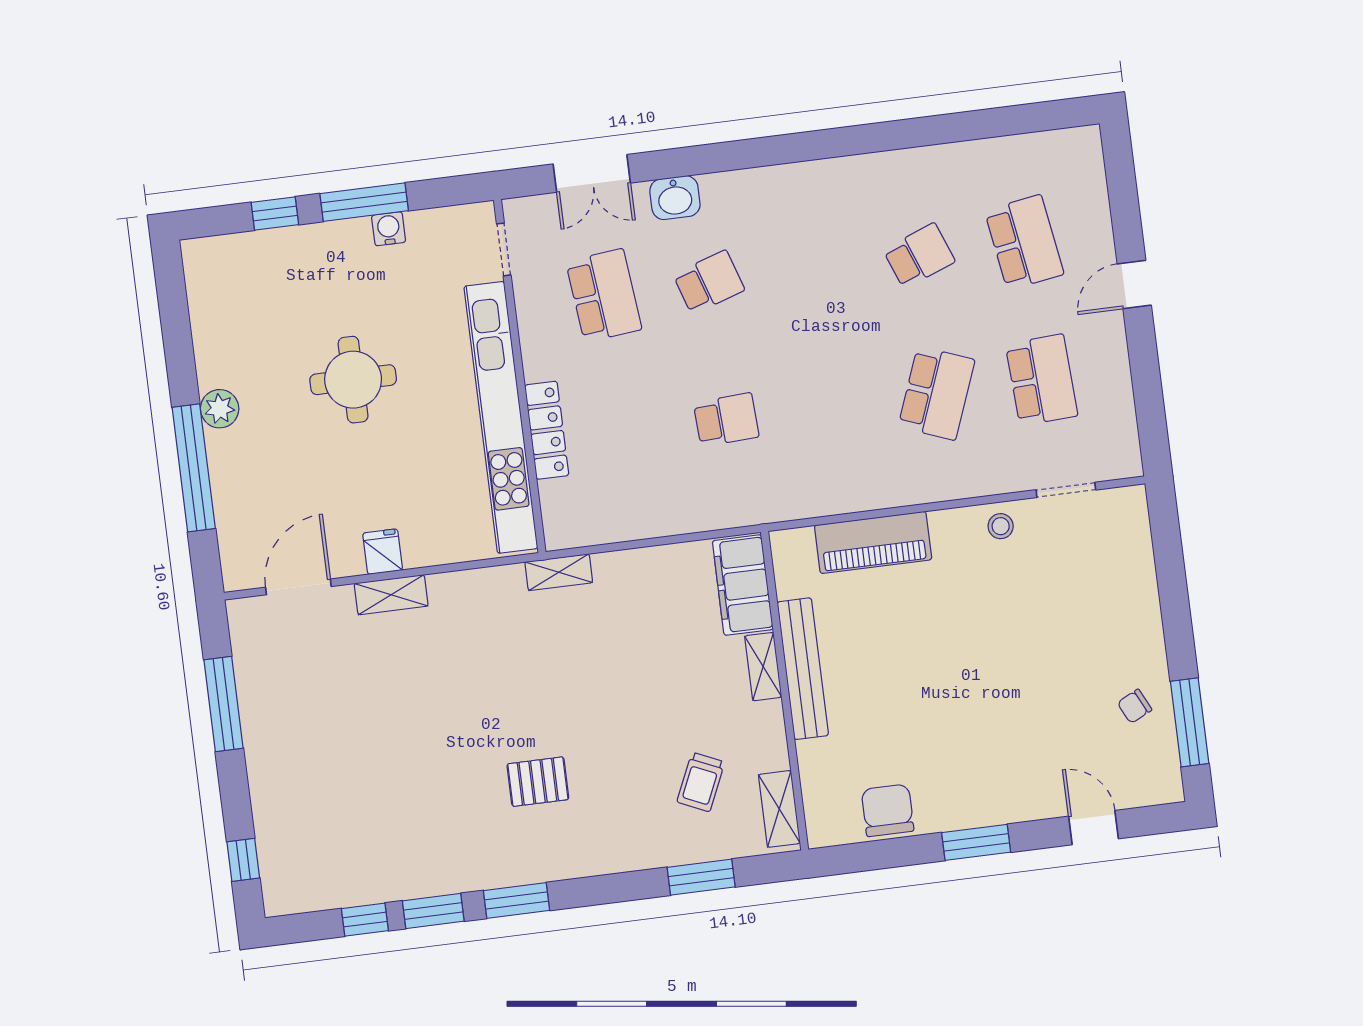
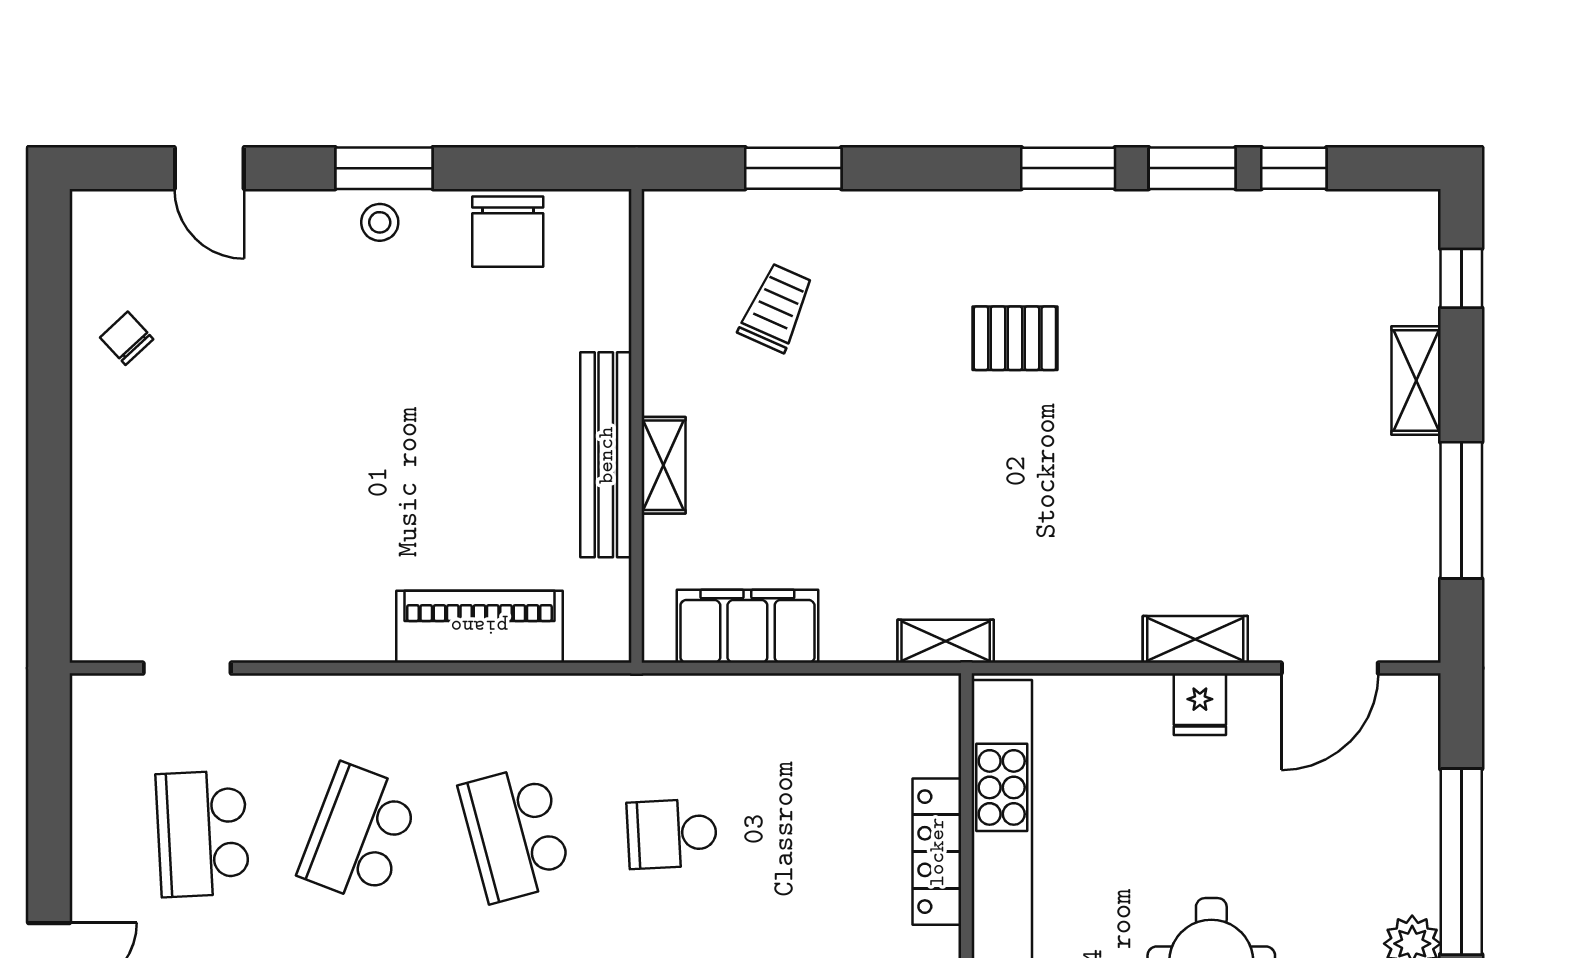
school desk: (831, 406) -> (515, 834), added
stool: (1001, 526) -> (380, 222), moved
filing cabinet: (743, 585) -> (747, 626), moved, turned -90
chair: (1135, 706) -> (127, 338), turned -107
window: (1190, 722) -> (49, 304), removed
shelving: (779, 809) -> (1416, 380), moved

